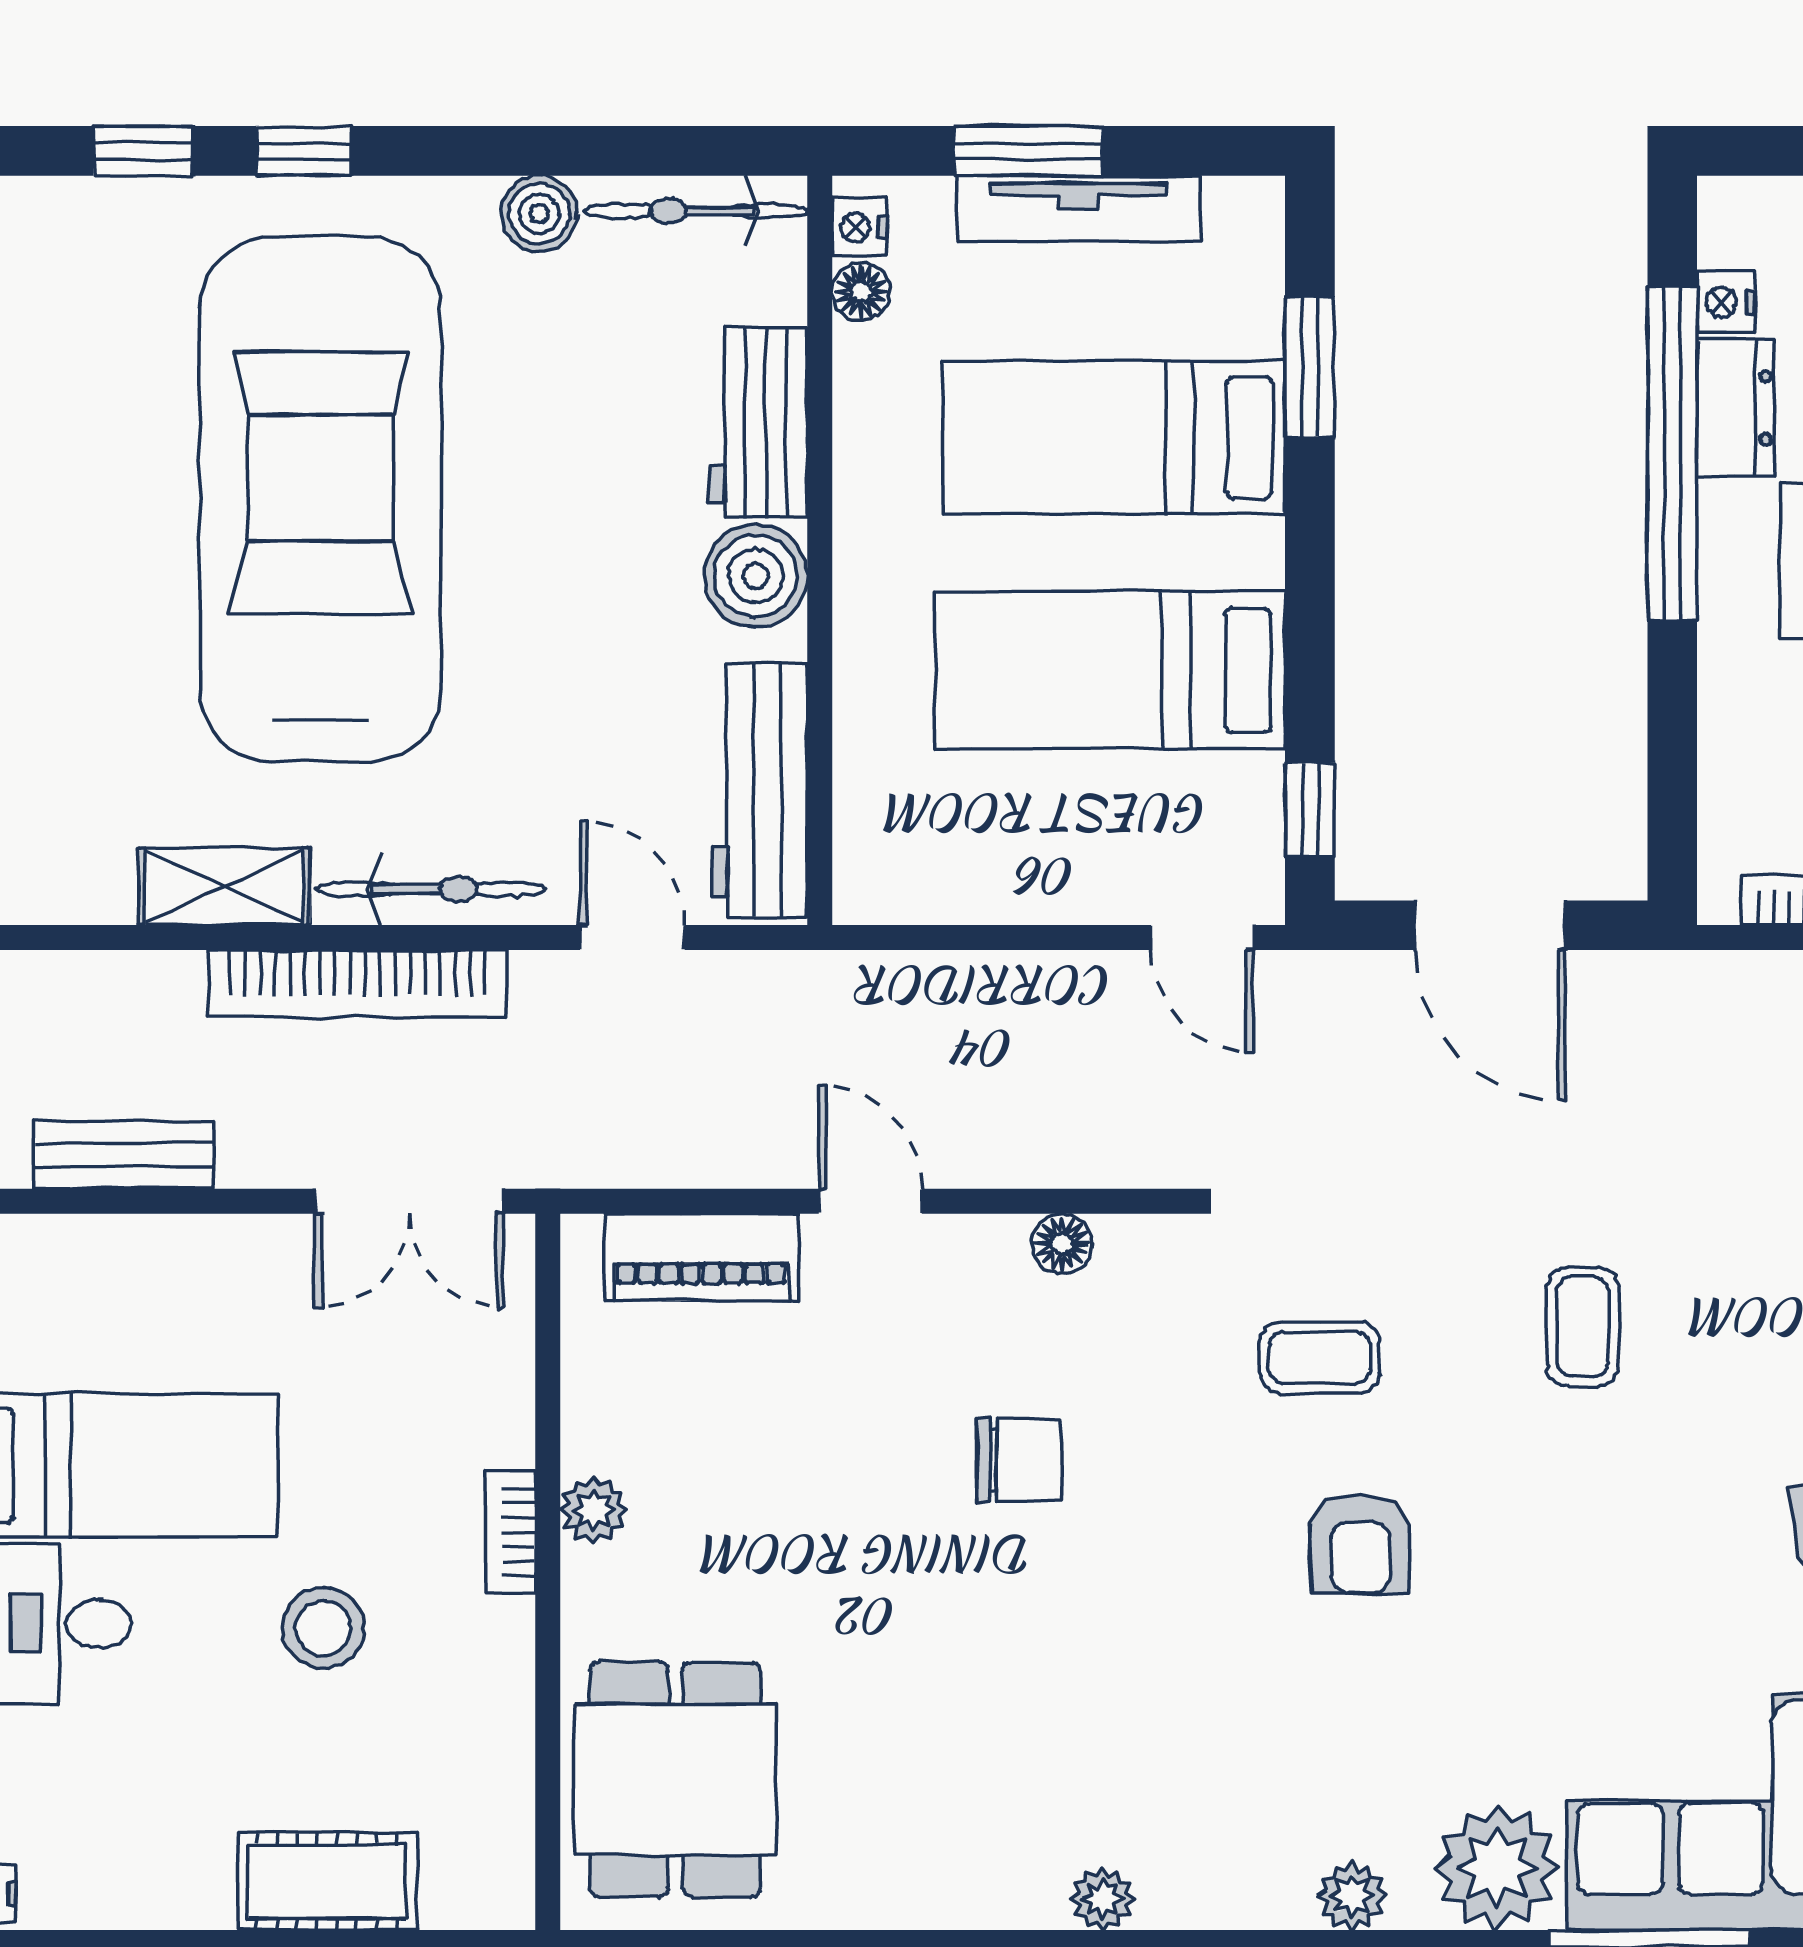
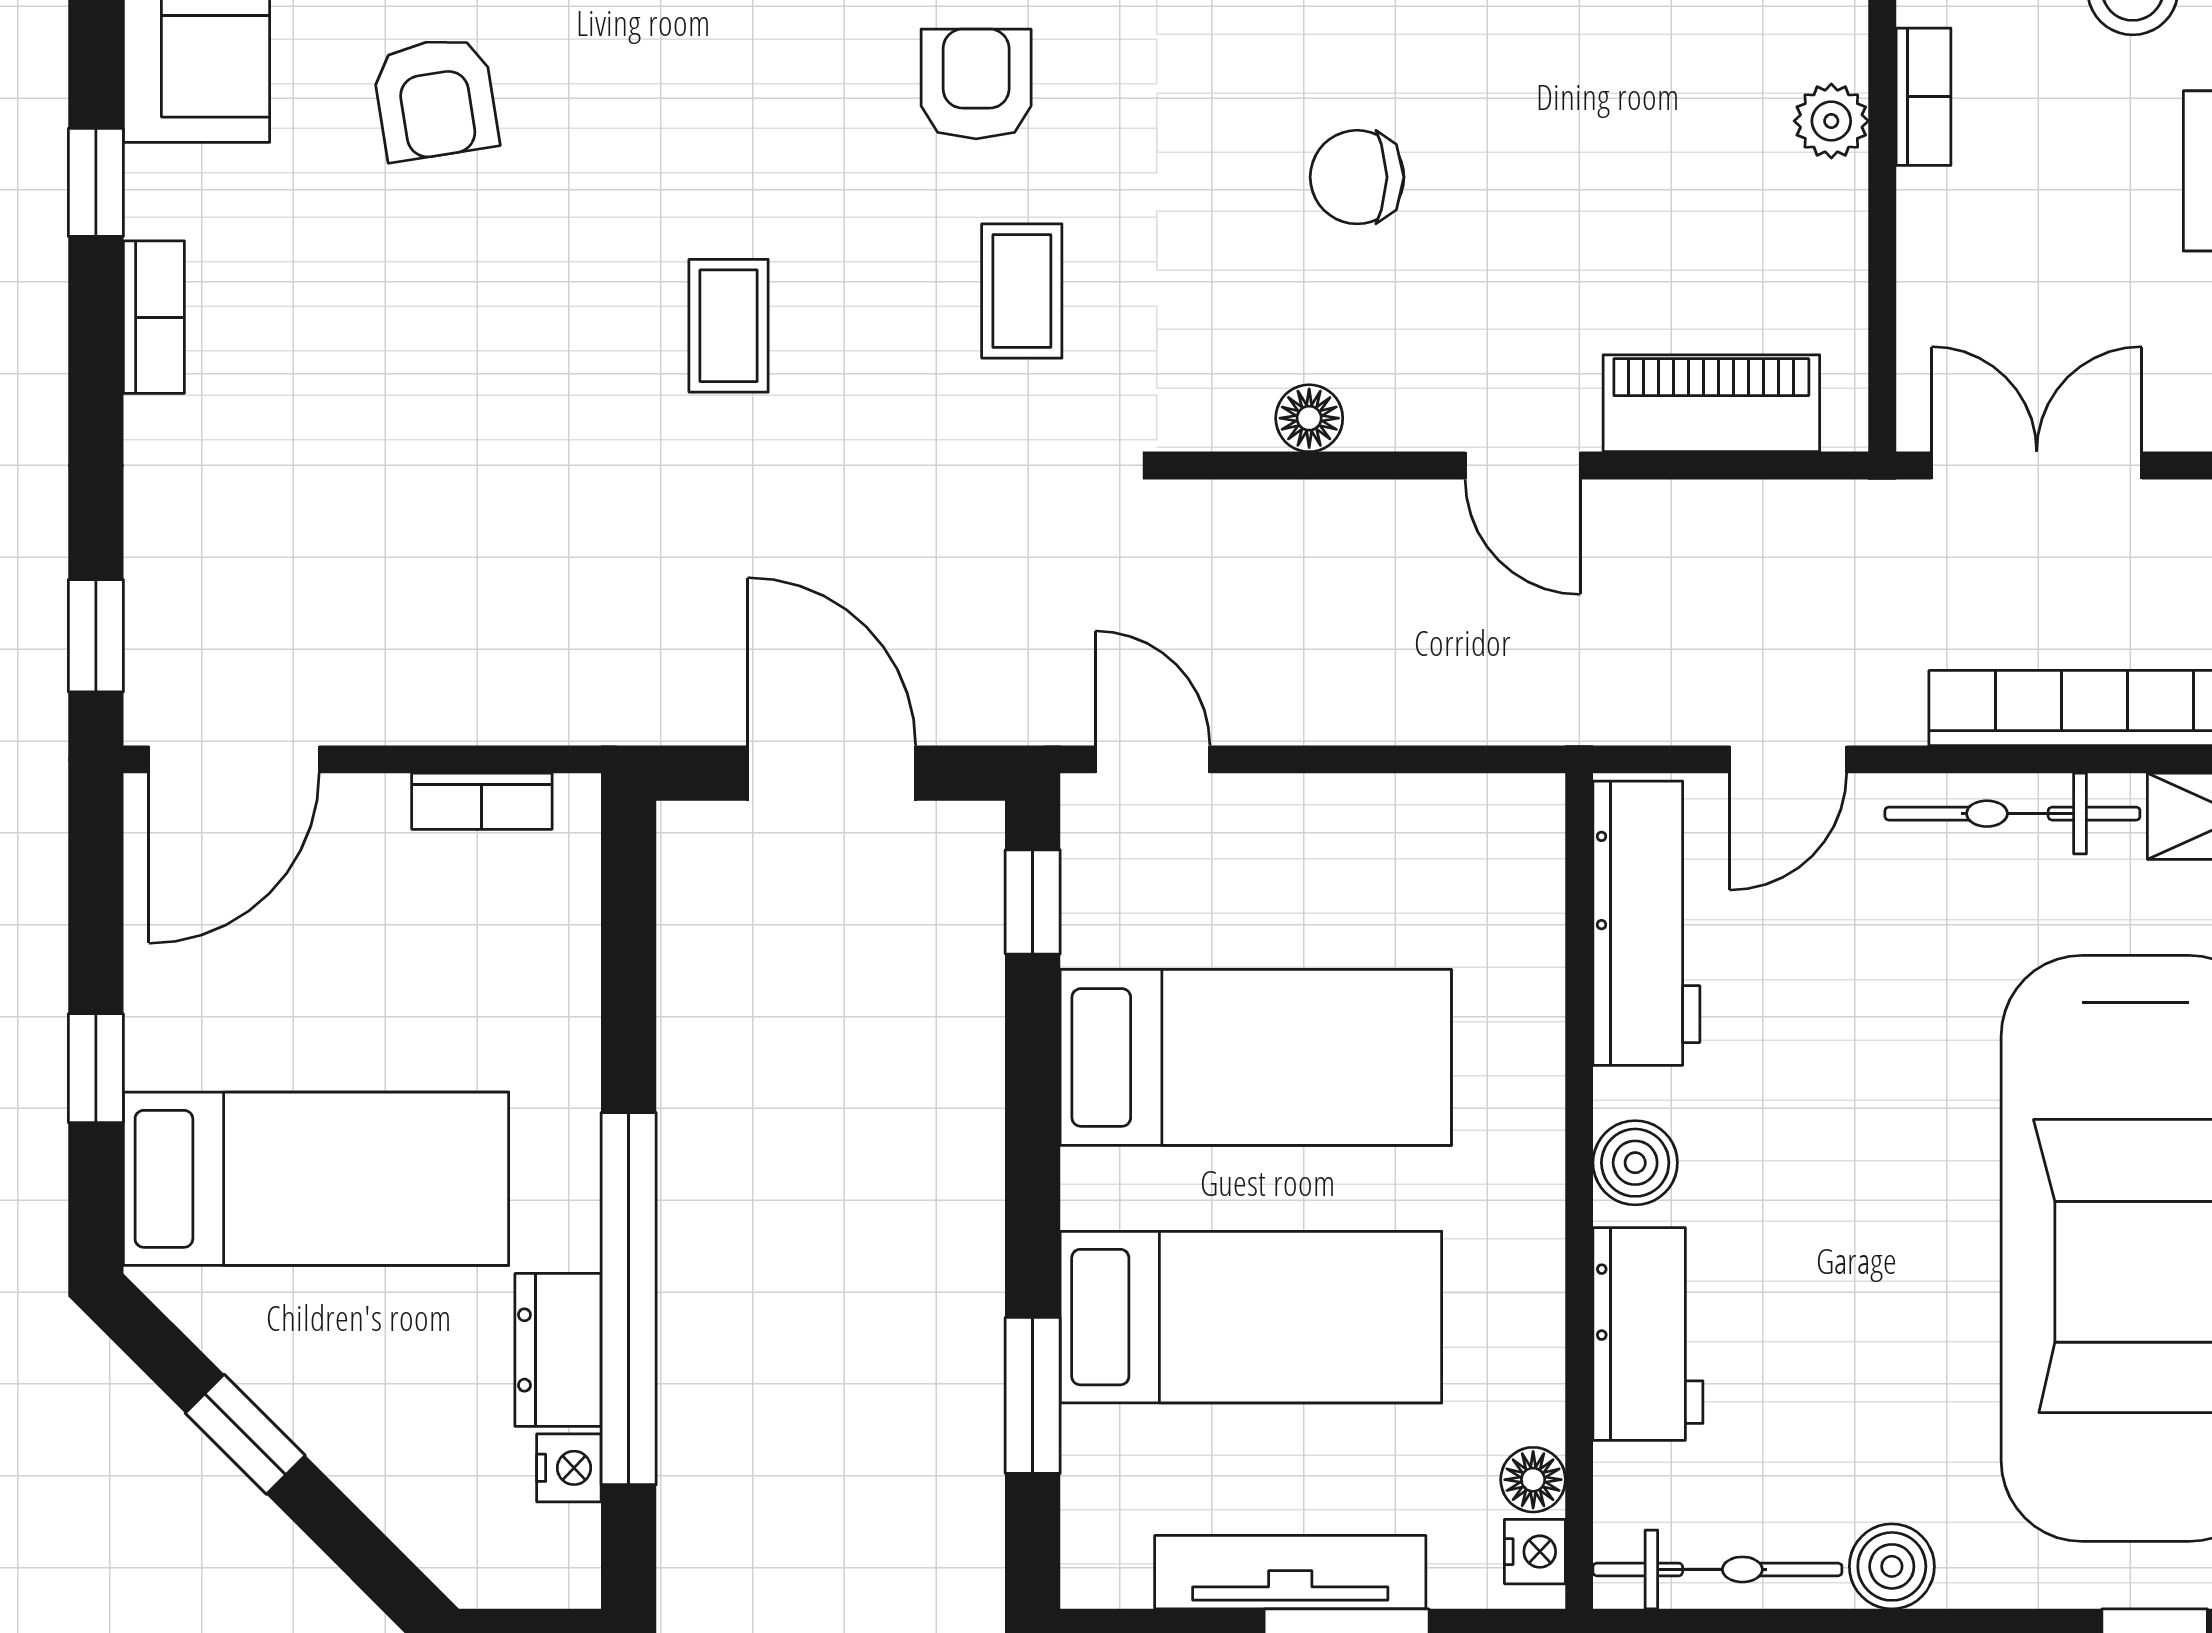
boiler: (756, 576) -> (1635, 1163), width x0.73, depth x0.73
door: (632, 938) -> (1788, 759), hinge flipped
coffee table: (1320, 1358) -> (1022, 291), turned 90

